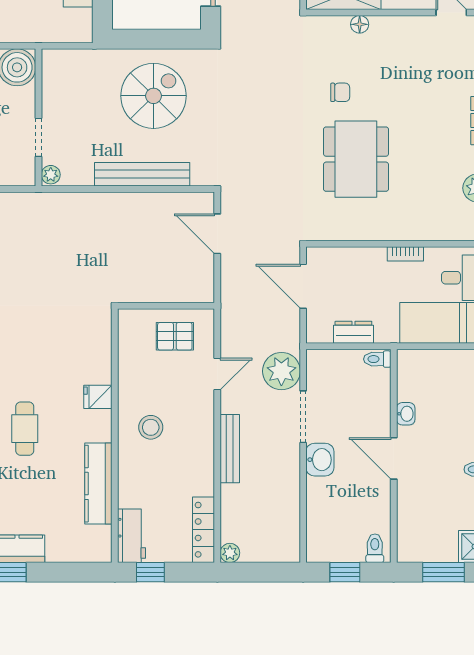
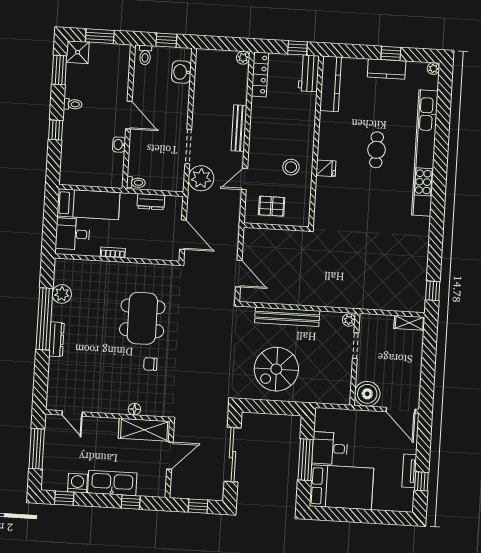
stool: (151, 427) -> (291, 167), moved
washbasin: (320, 460) -> (181, 72), moved
kitchen counter: (98, 484) -> (331, 84), moved

